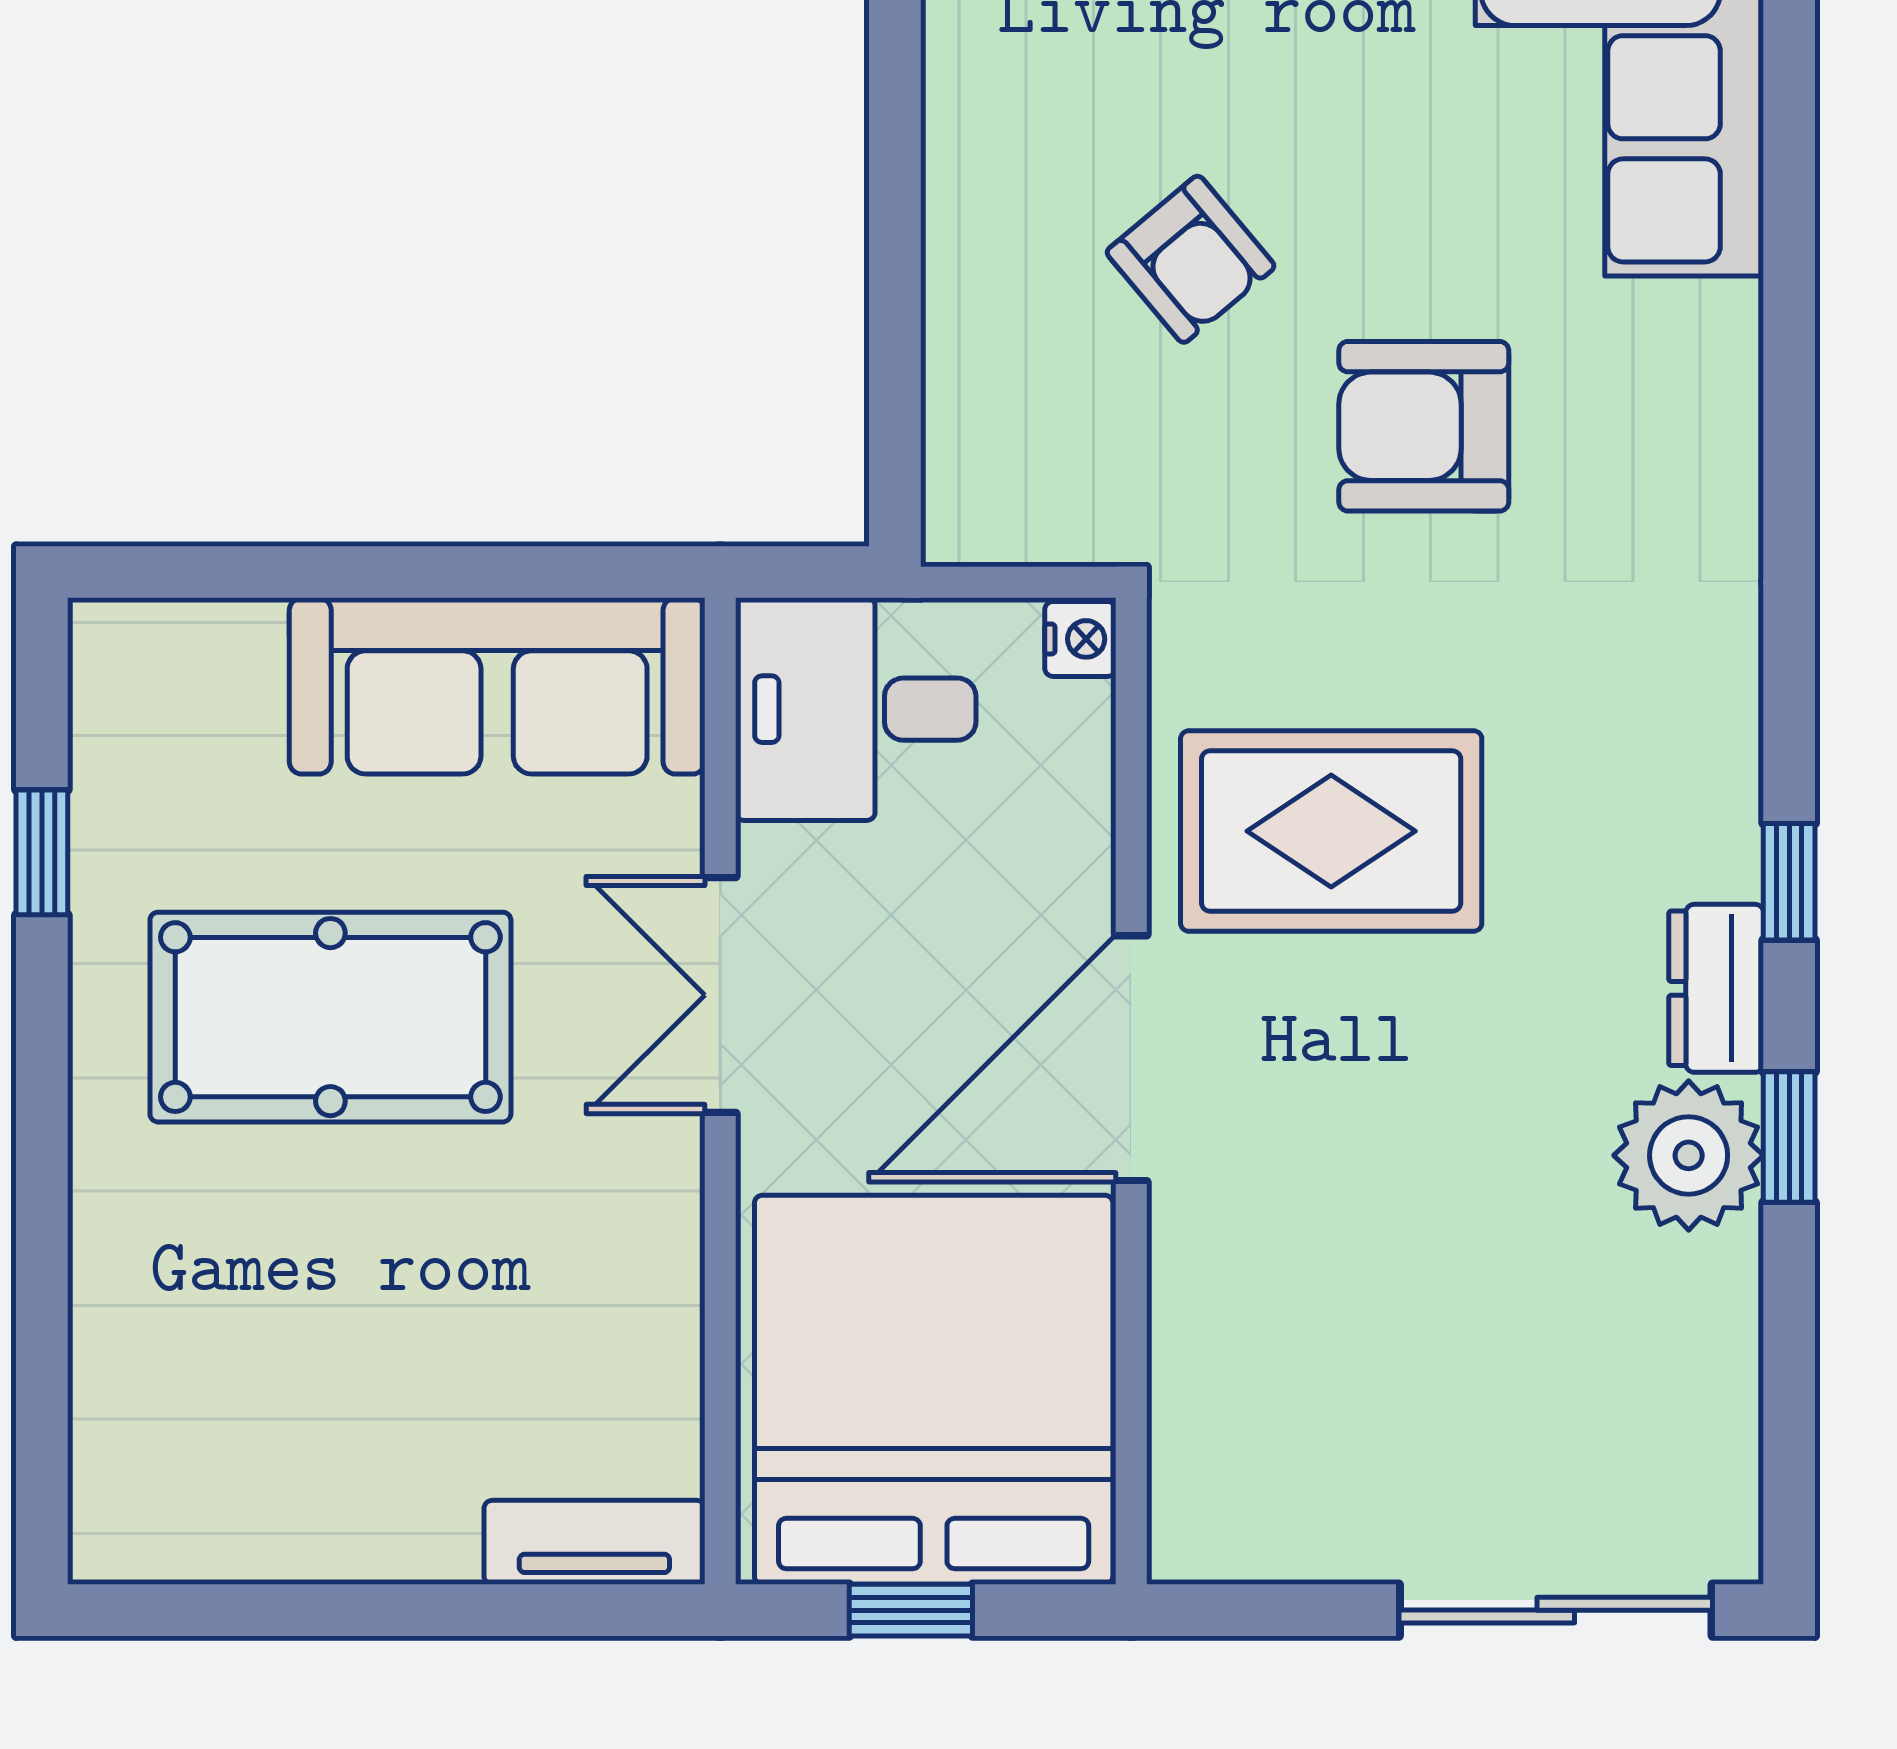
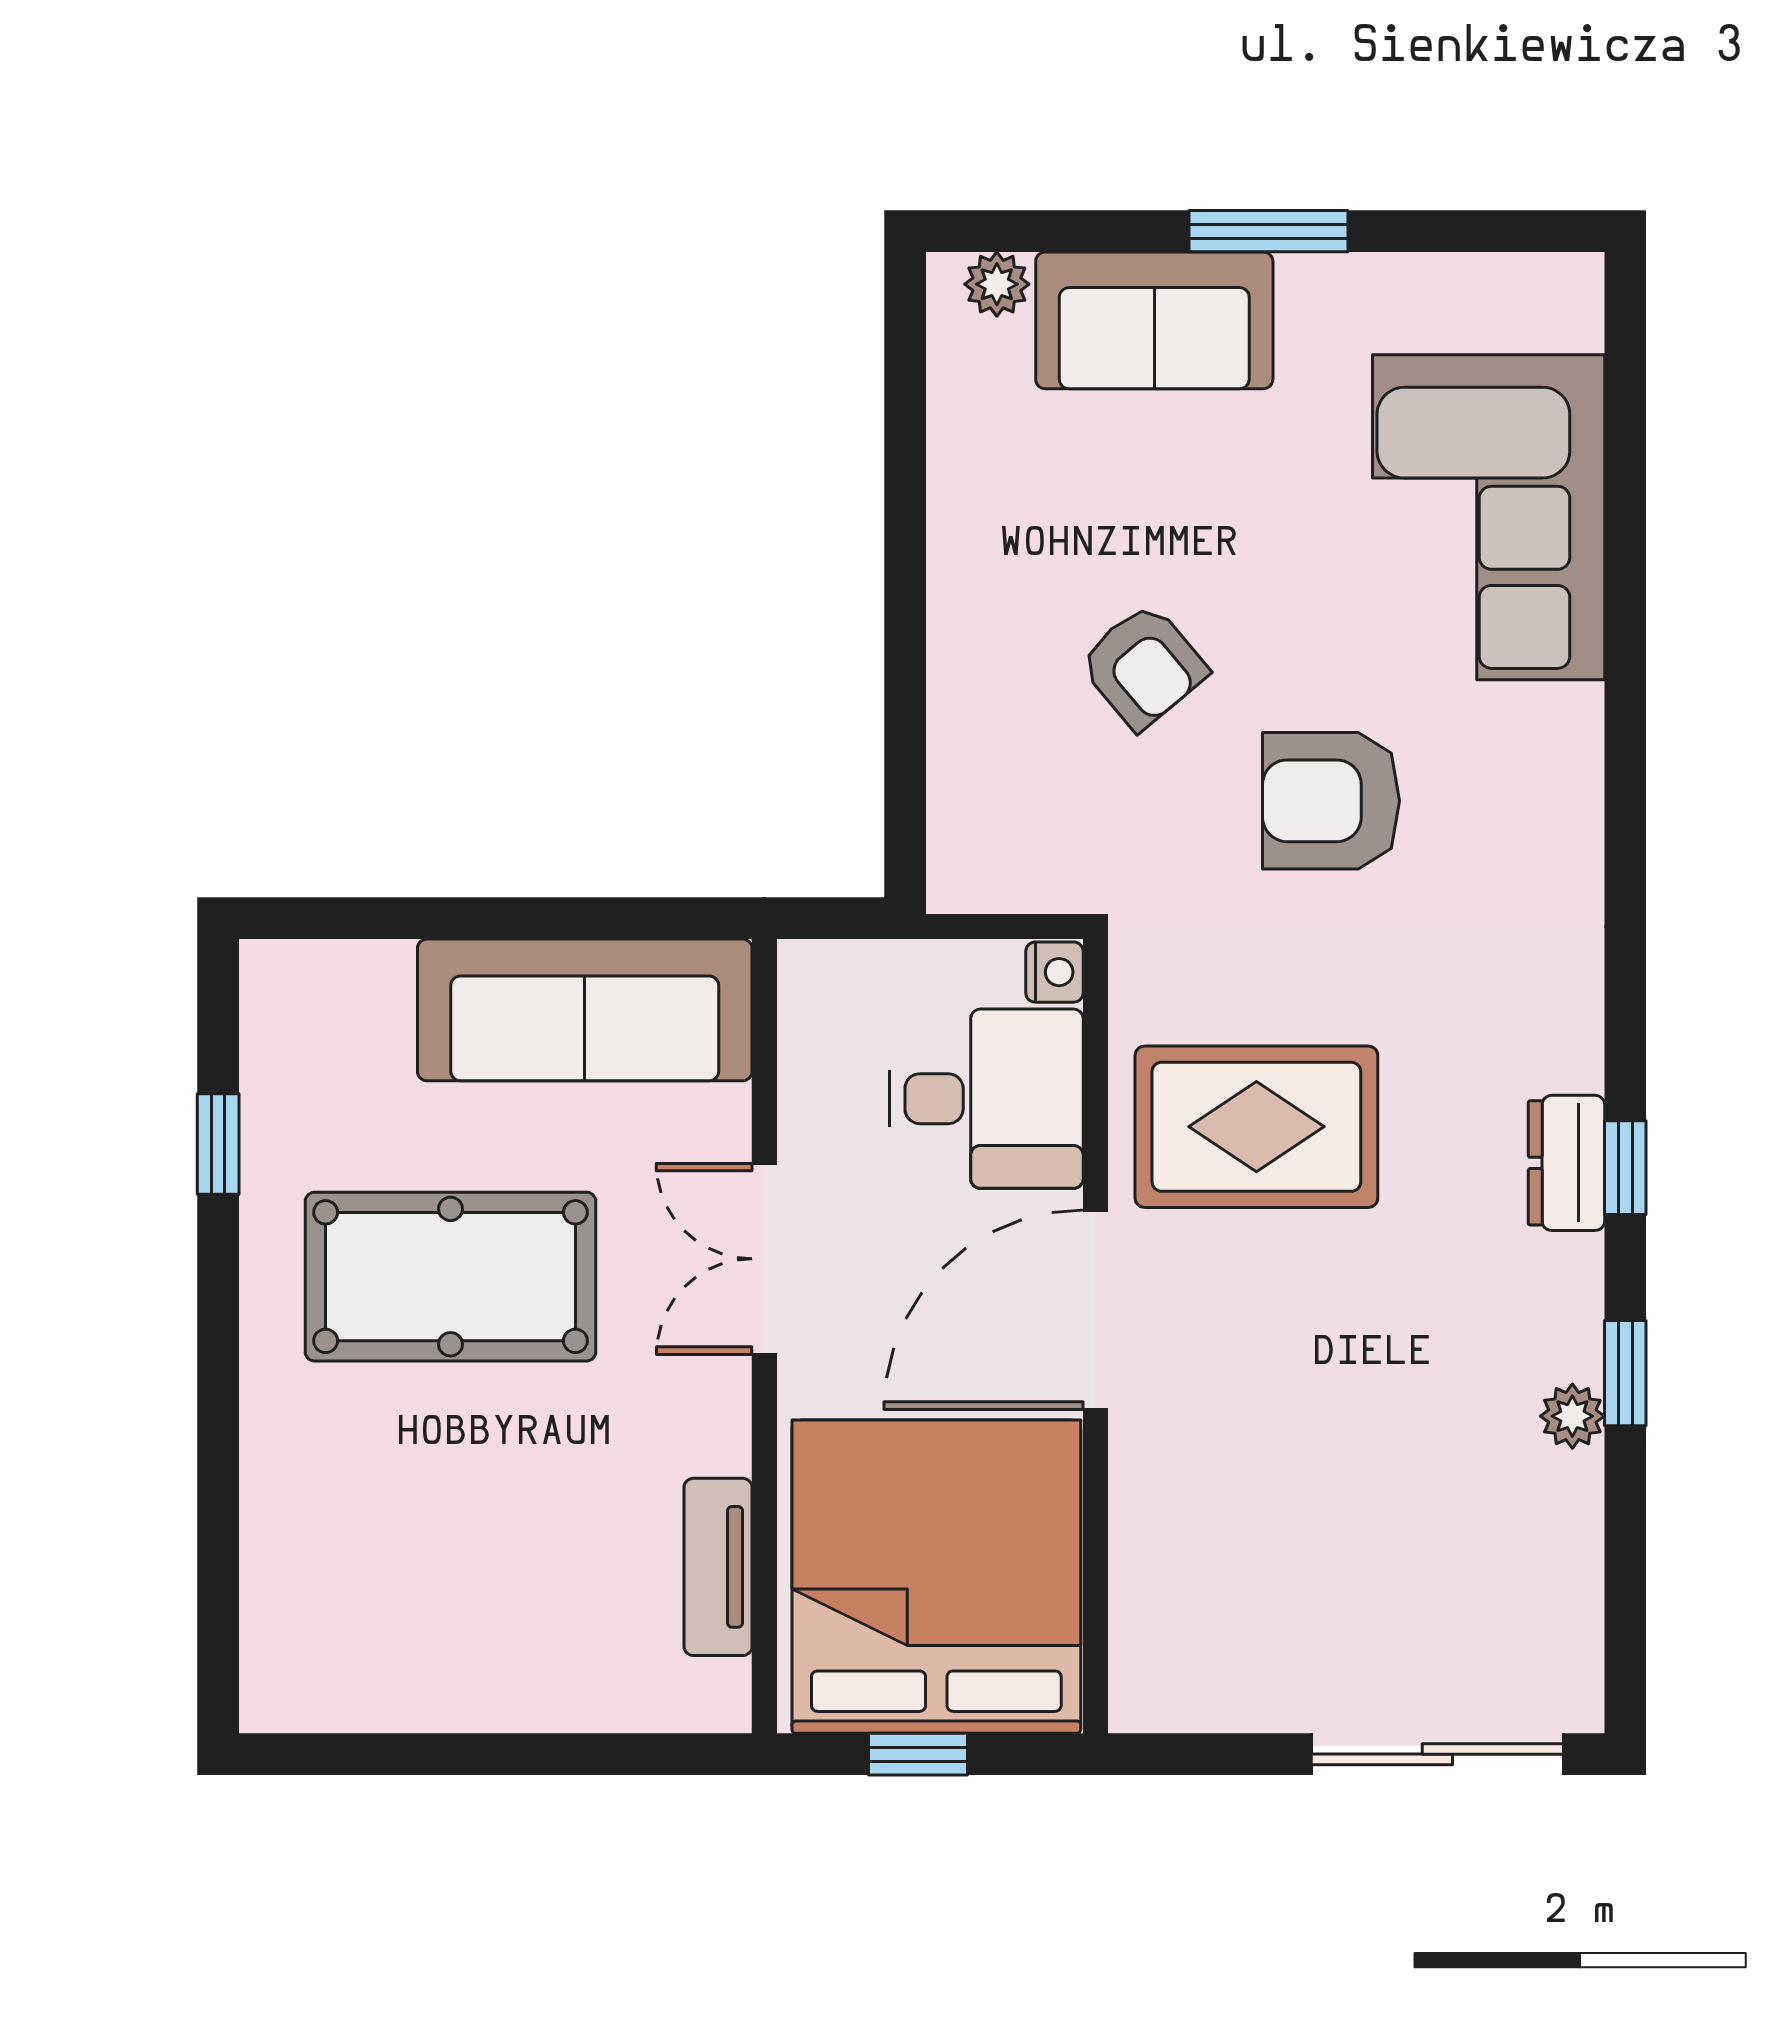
desk: (856, 709) -> (986, 1099), moved, turned 180
dresser: (1716, 988) -> (1566, 1163), moved
plant: (1689, 1155) -> (1572, 1416), width x0.53, depth x0.53
tv unit: (594, 1542) -> (718, 1567), moved, turned -90

